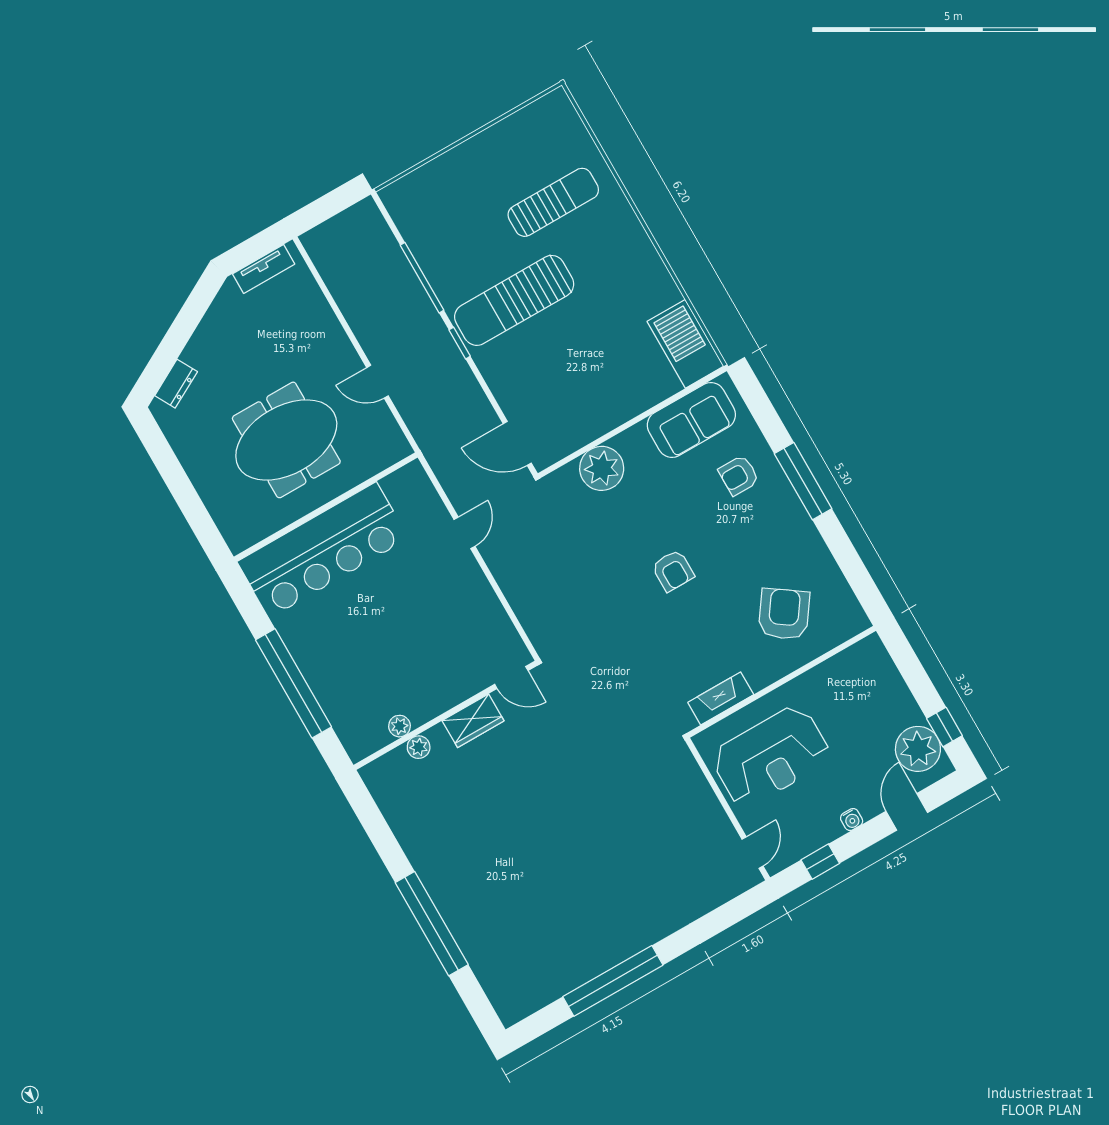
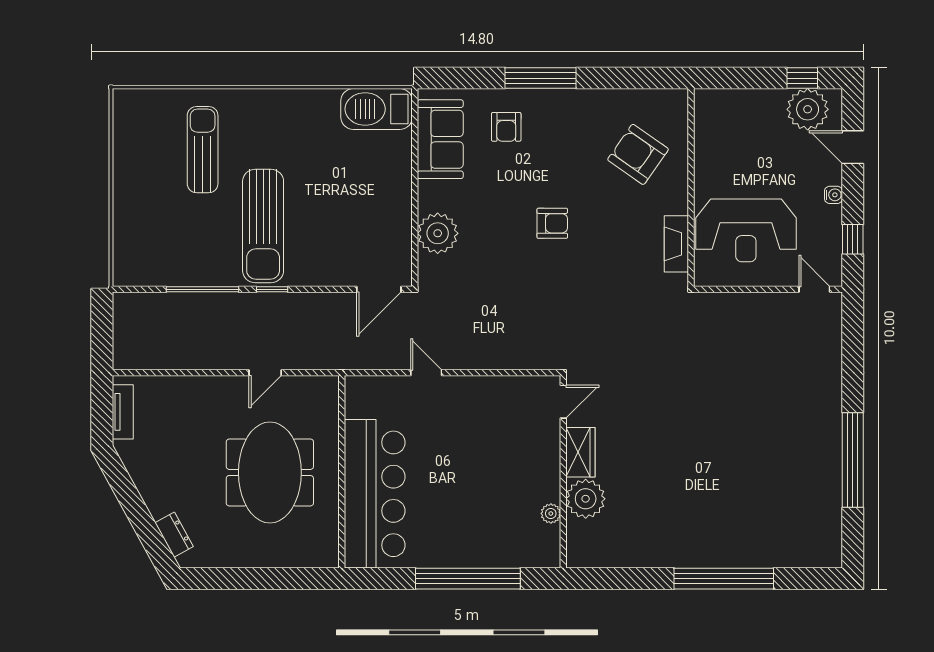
plant: (419, 747) -> (586, 499), width x1.87, depth x1.87
reception desk: (771, 756) -> (746, 230), turned 90

